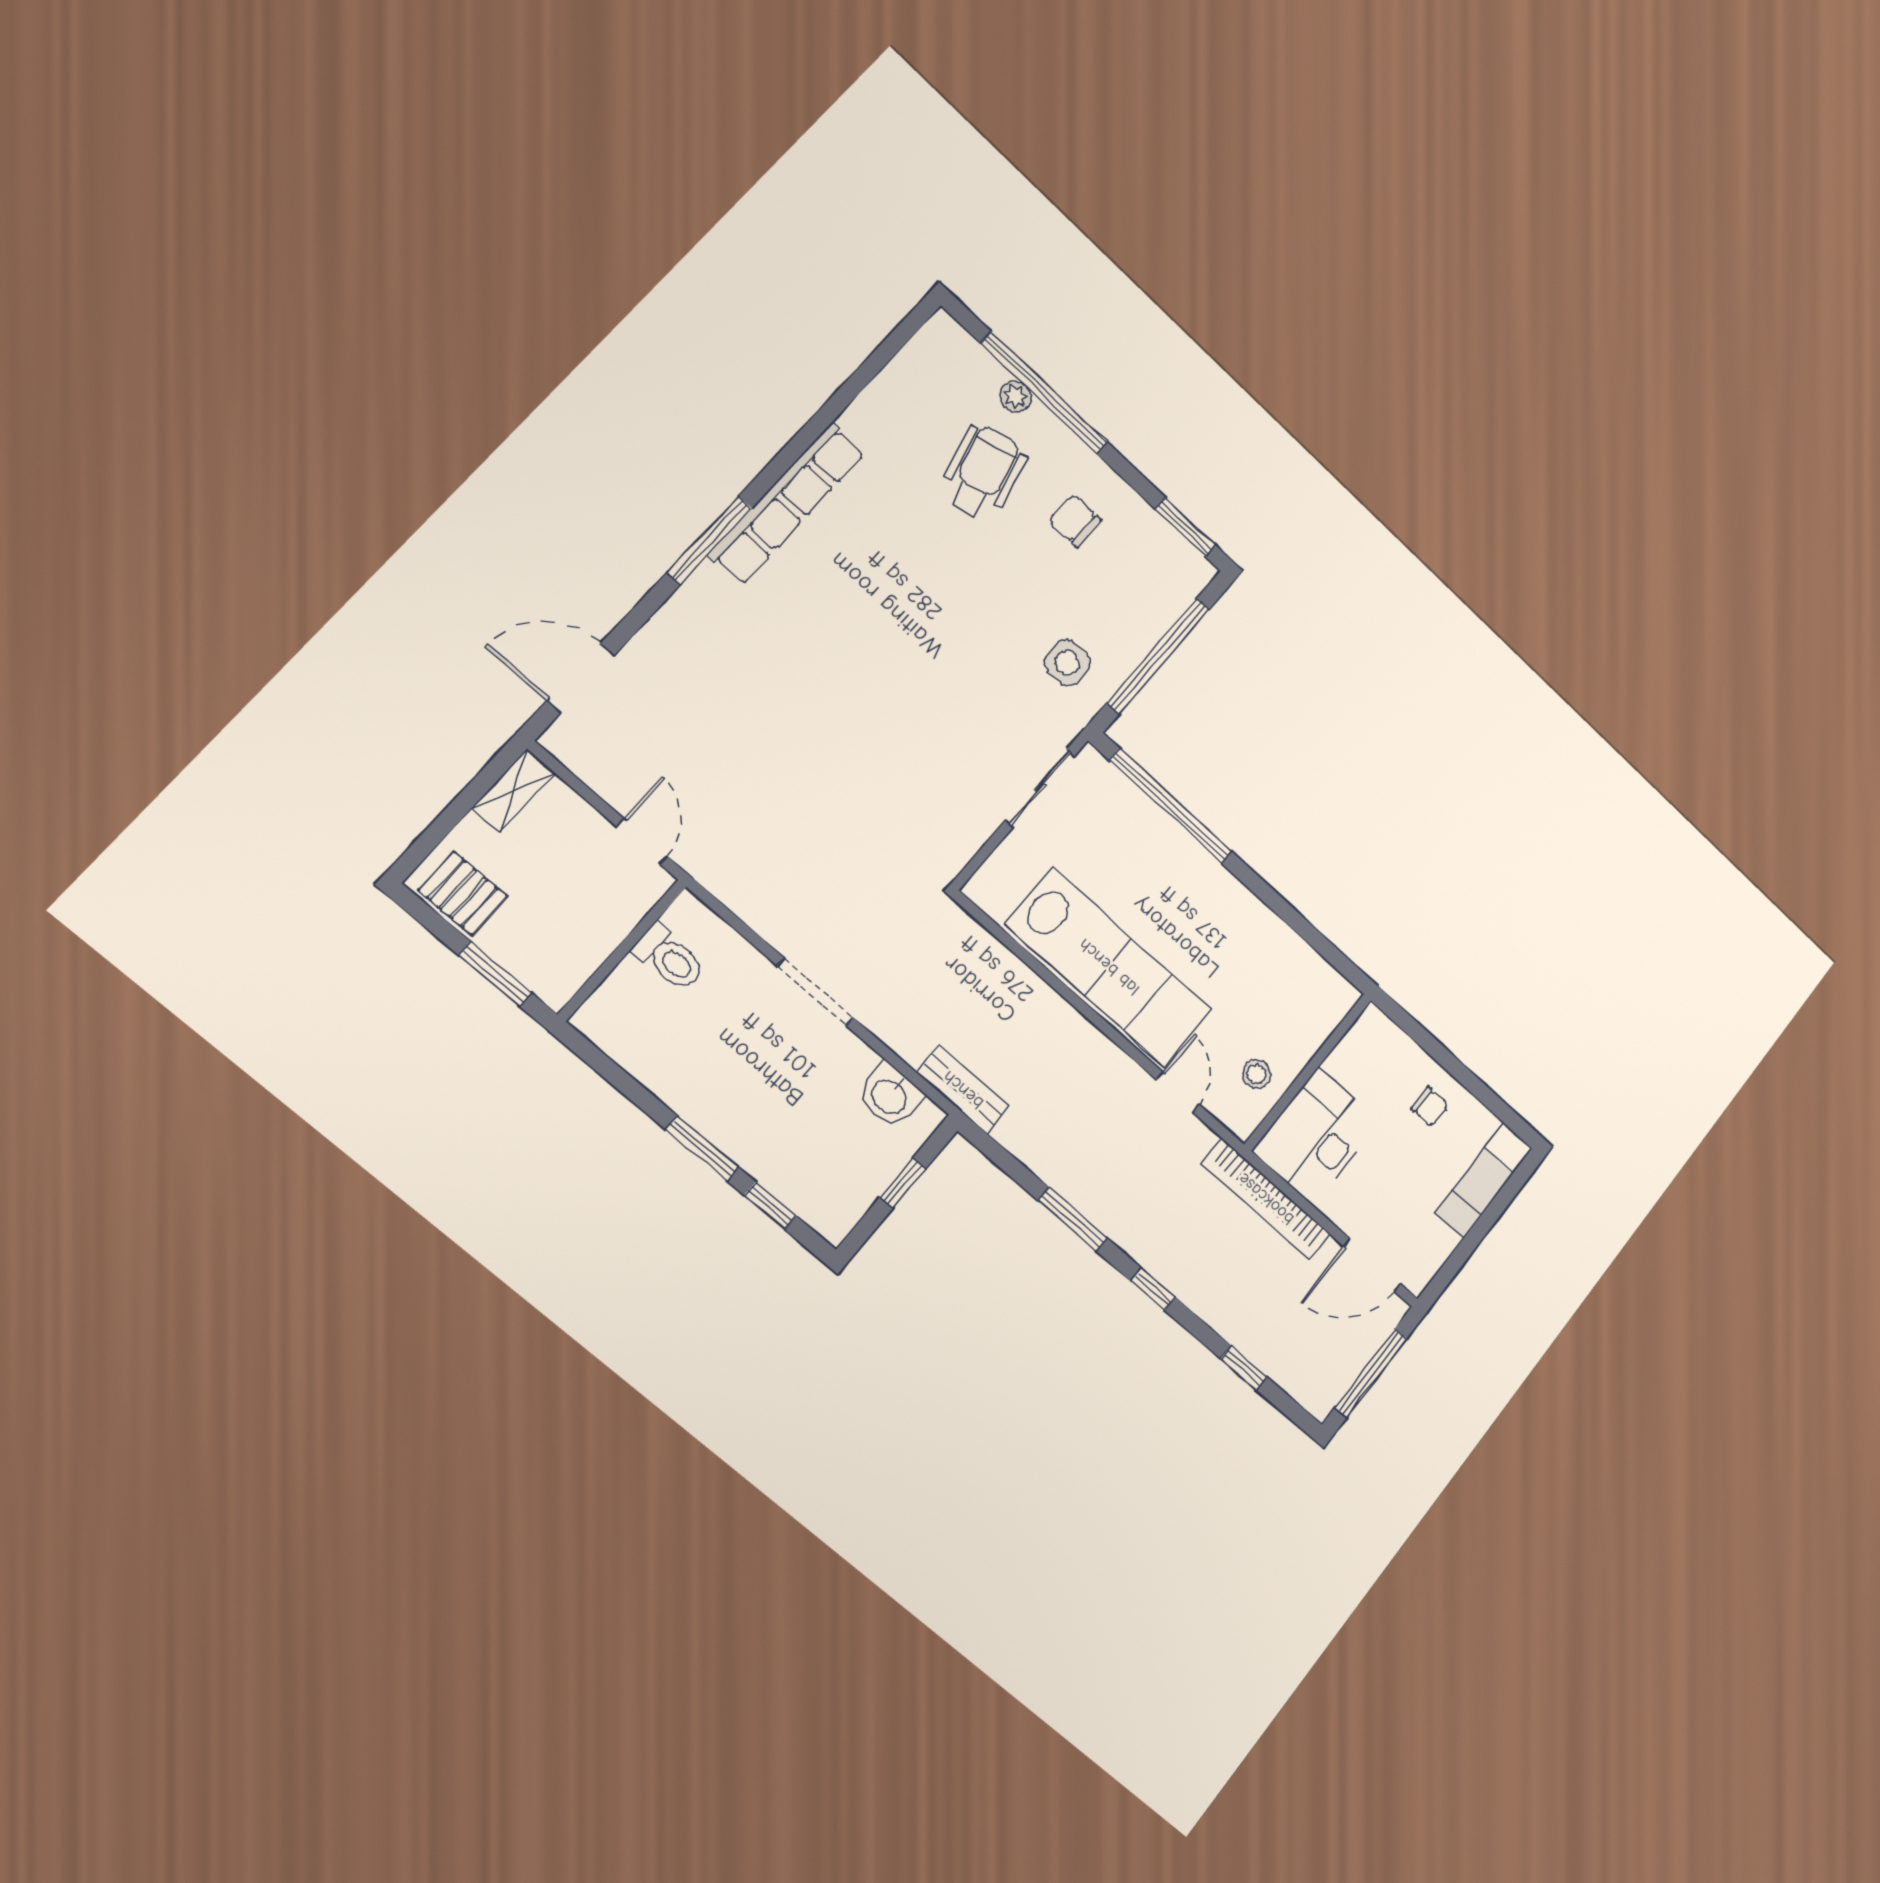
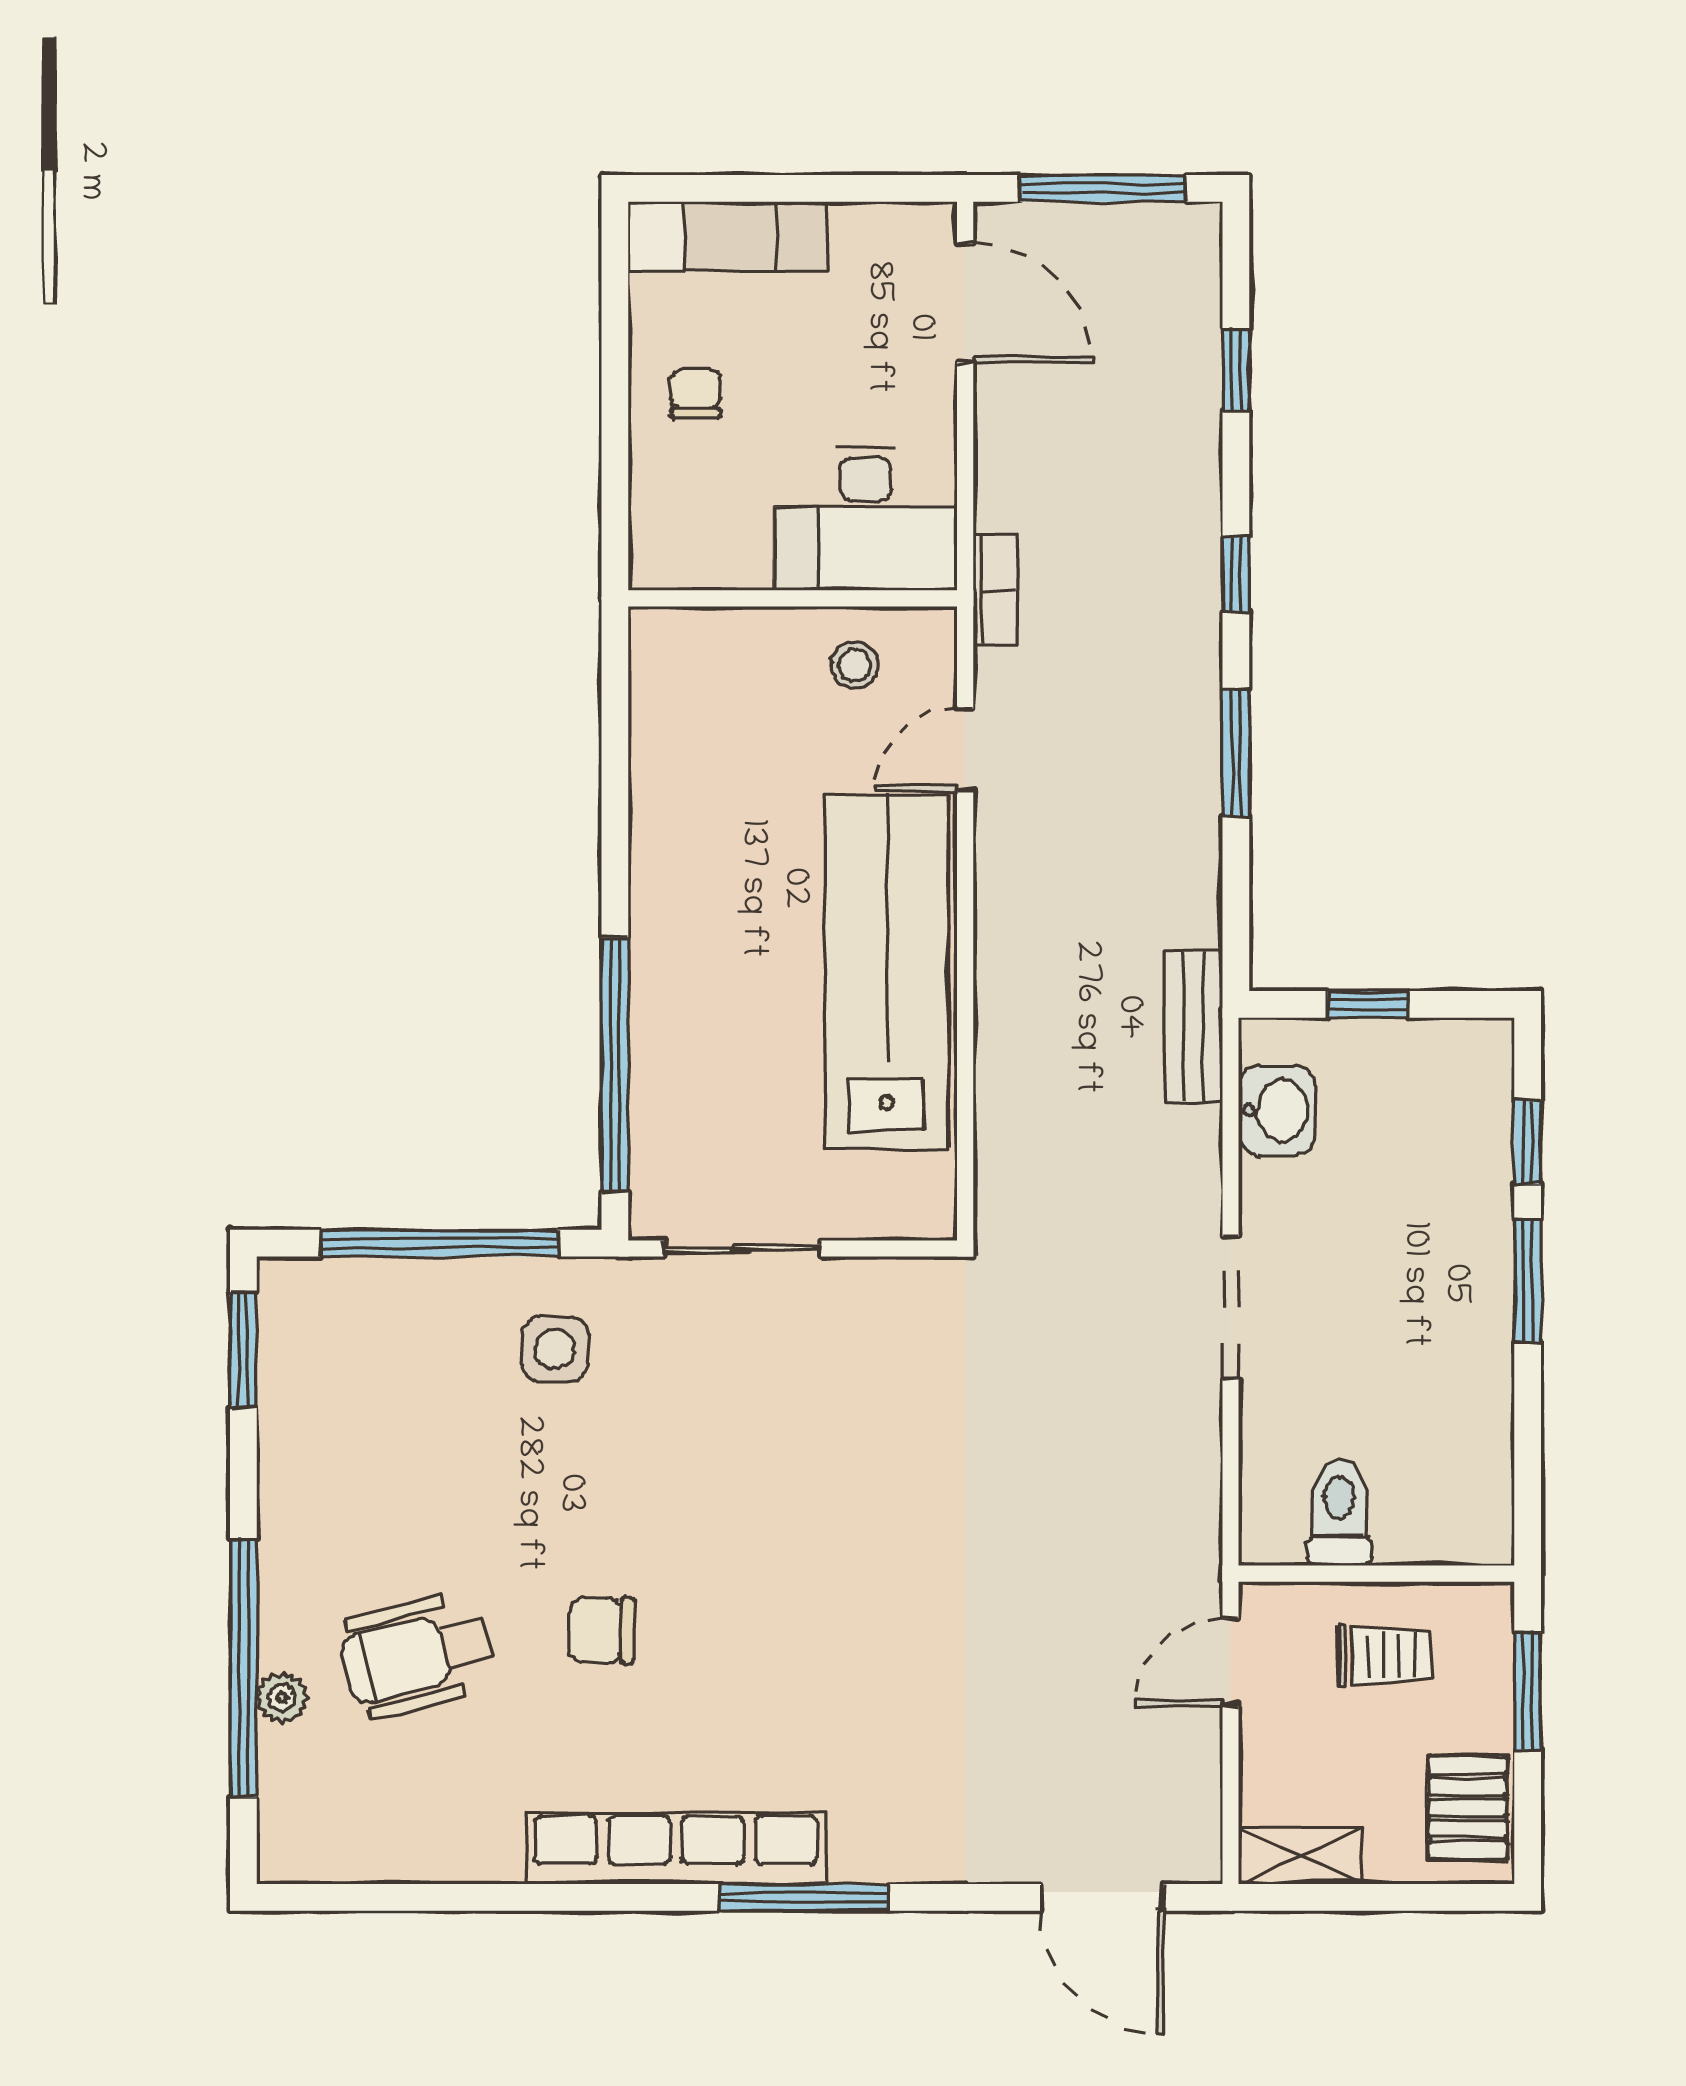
chair: (1075, 521) -> (601, 1630), moved, turned 90
trolley: (577, 919) -> (1385, 1656), added
bookcase: (1266, 1199) -> (995, 590), width x0.43, depth x0.76

